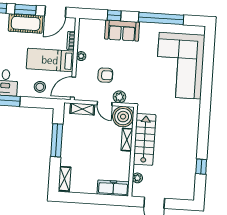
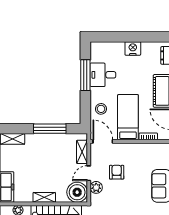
plant: (81, 56) -> (134, 147), removed
armchair: (105, 75) -> (117, 172), turned 180
shelving: (127, 140) -> (44, 197), moved

